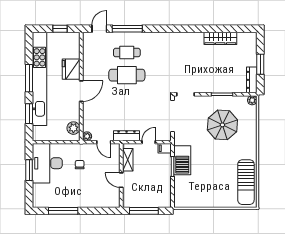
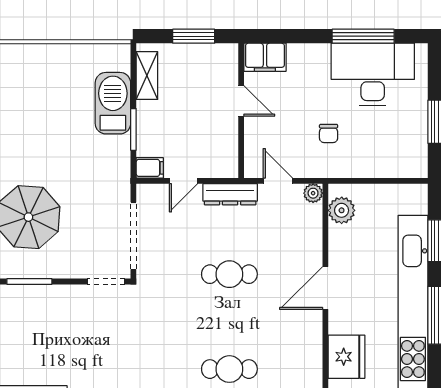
fridge: (71, 69) -> (346, 357), moved
cafe table: (127, 75) -> (229, 274), moved, width x0.73, depth x0.74
shelving: (128, 160) -> (147, 76), moved
barbecue: (182, 160) -> (113, 103), moved
desk: (47, 163) -> (373, 74), moved, turned -90
filing cabinet: (110, 201) -> (265, 57), added
window: (144, 211) -> (194, 36), width x0.69

